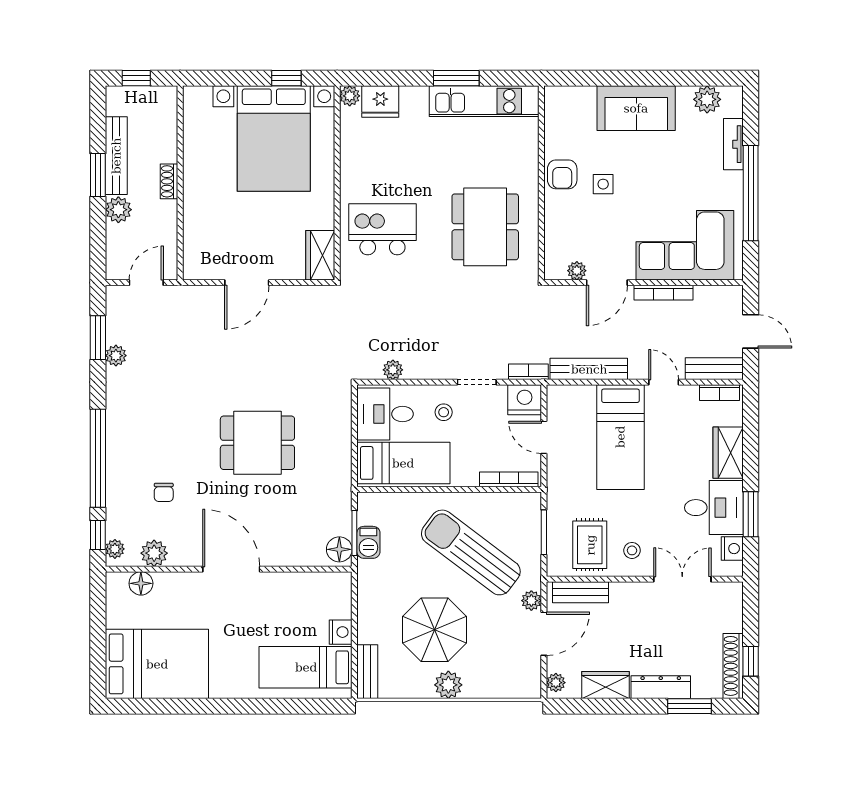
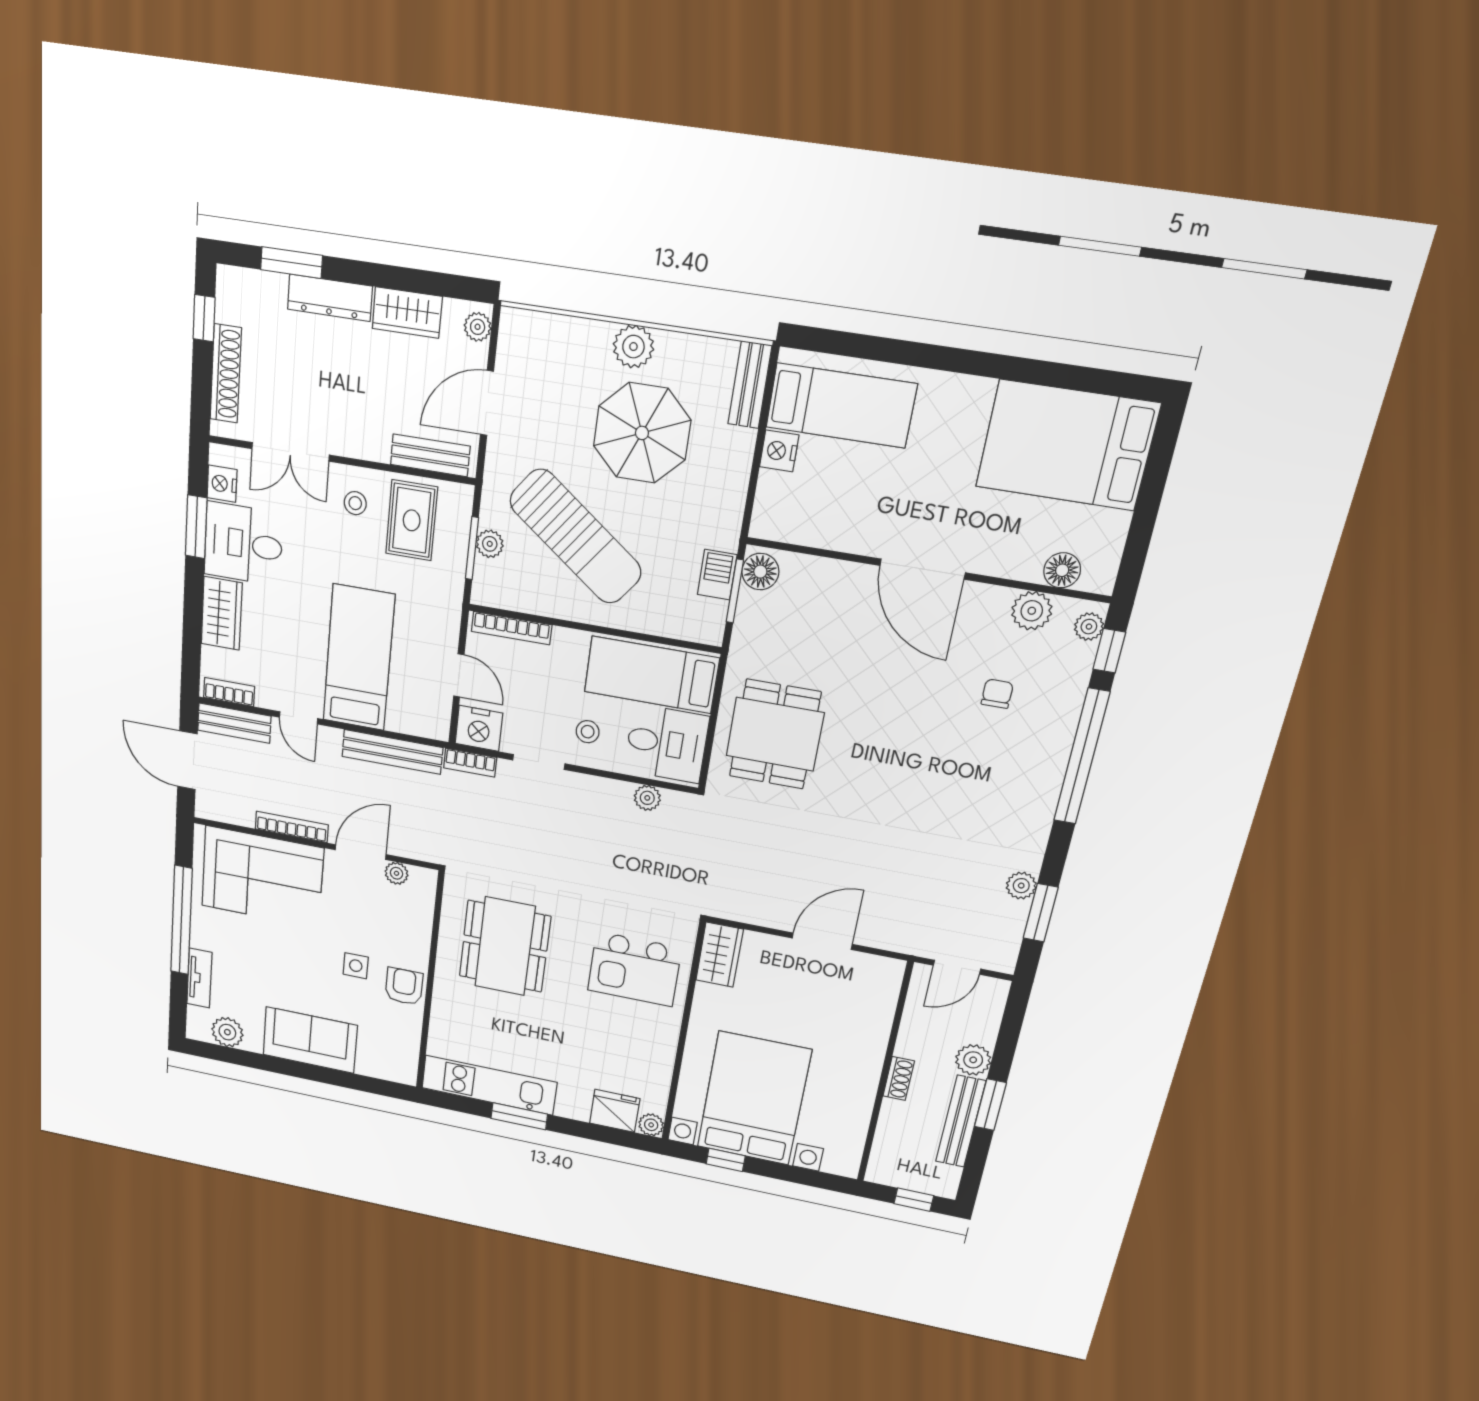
door: (751, 331) -> (187, 760), width x1.37
dining table: (257, 443) -> (775, 734), moved, turned 90
plant: (531, 601) -> (490, 544), moved
shoe rack: (733, 666) -> (226, 374), moved

